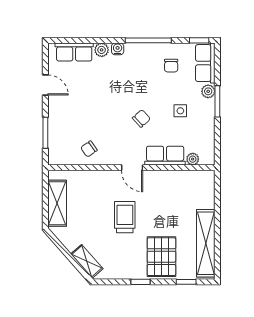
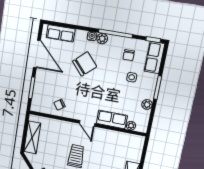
plant: (102, 50) -> (102, 39), moved
door: (45, 85) -> (37, 54), width x1.88
plant: (208, 91) -> (147, 104), moved
side table: (180, 111) -> (132, 77), moved
chair: (141, 118) -> (85, 64), moved, width x1.87, depth x1.87

